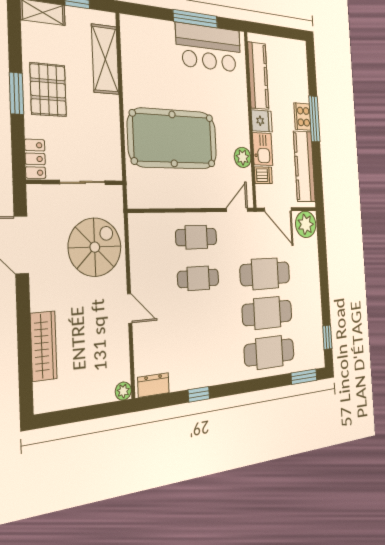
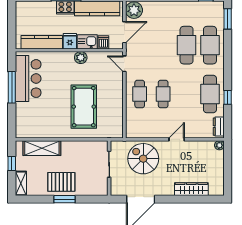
pool table: (173, 139) -> (84, 107), width x0.73, depth x0.76
plant: (243, 157) -> (81, 58), moved
locker: (35, 159) -> (97, 190), removed
cafe table: (265, 274) -> (210, 94), moved

